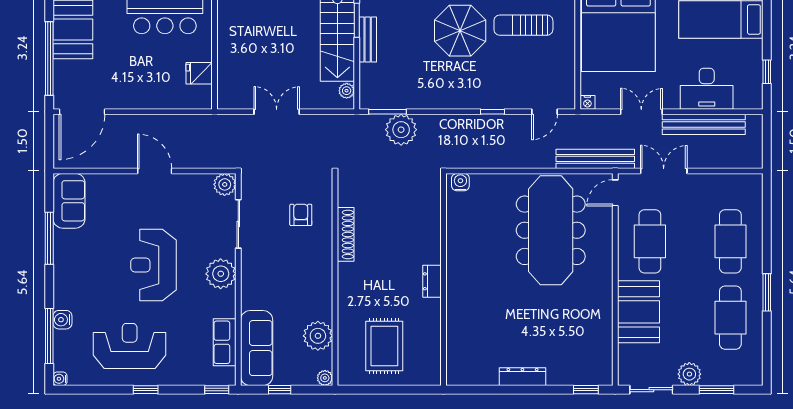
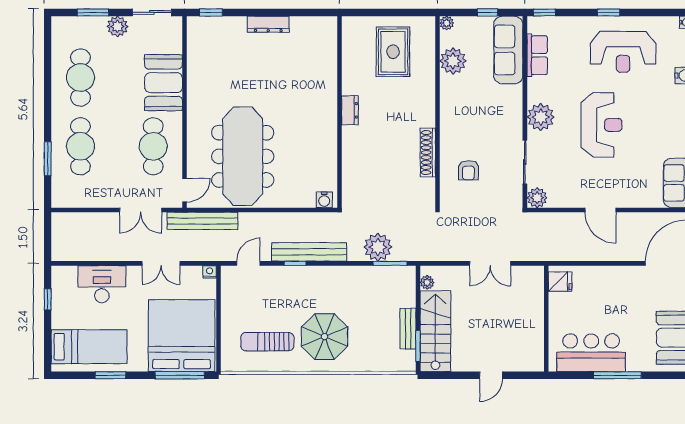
sun lounger: (523, 25) -> (267, 342), turned 180
fridge: (199, 73) -> (560, 282), moved
bench: (704, 124) -> (309, 252), moved
window: (767, 292) -> (48, 159), moved

